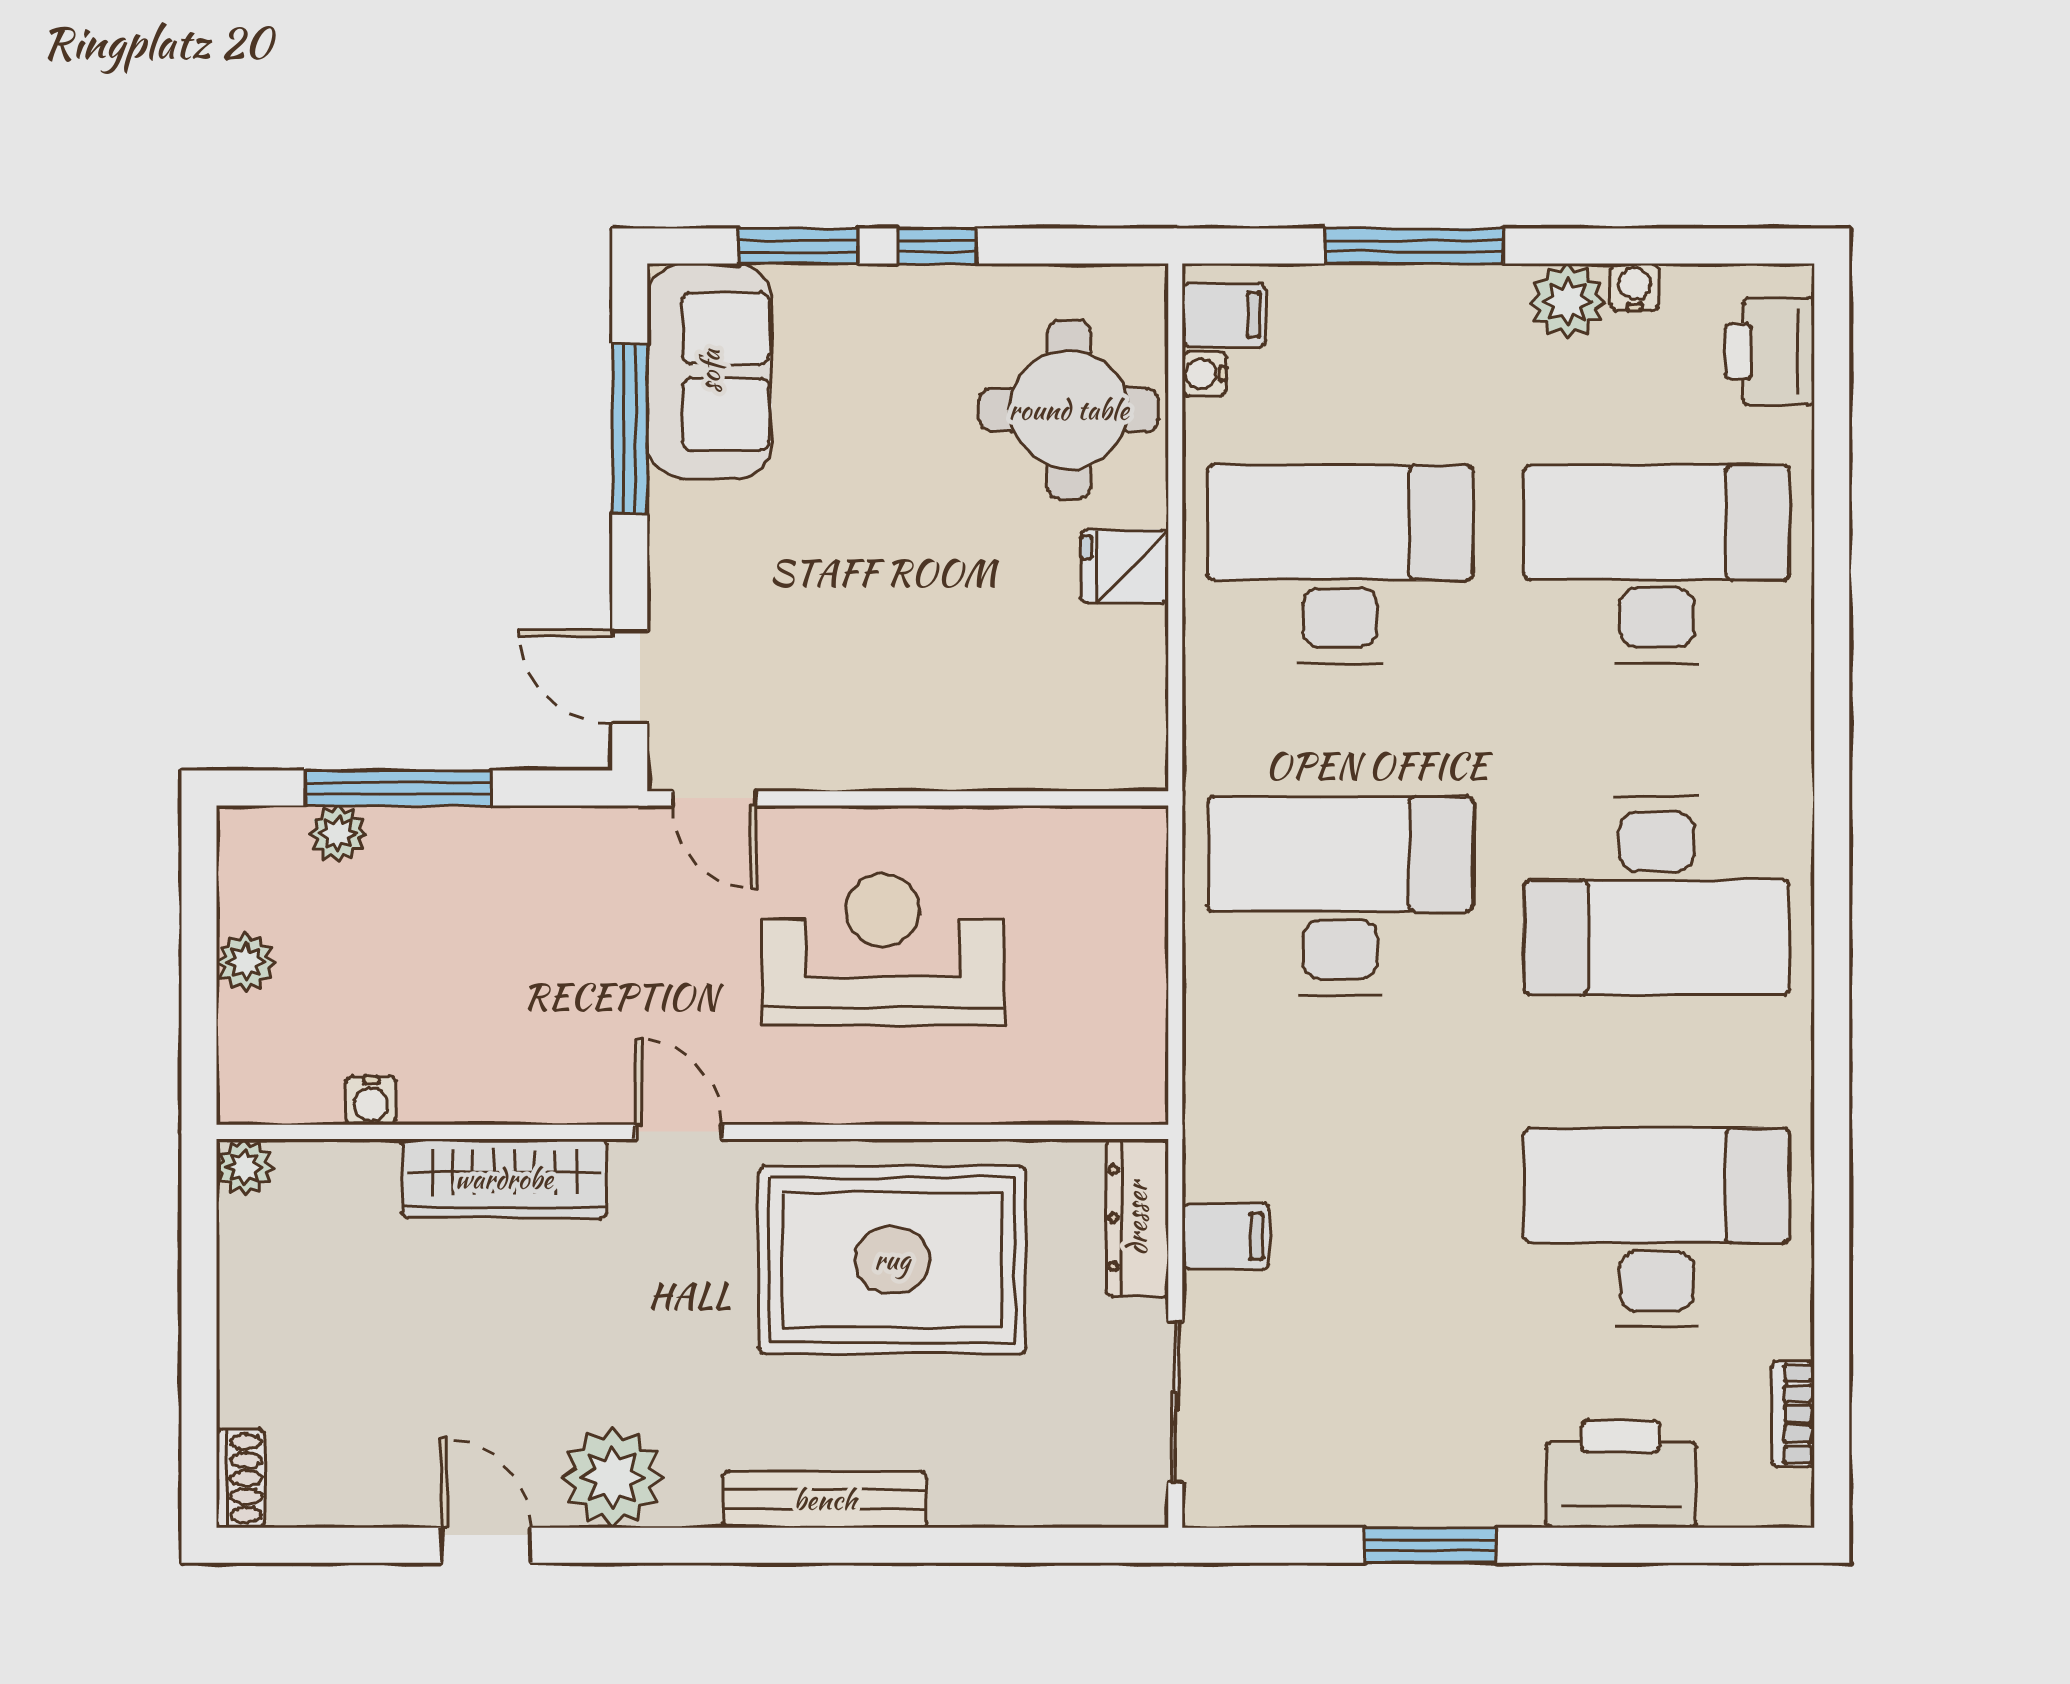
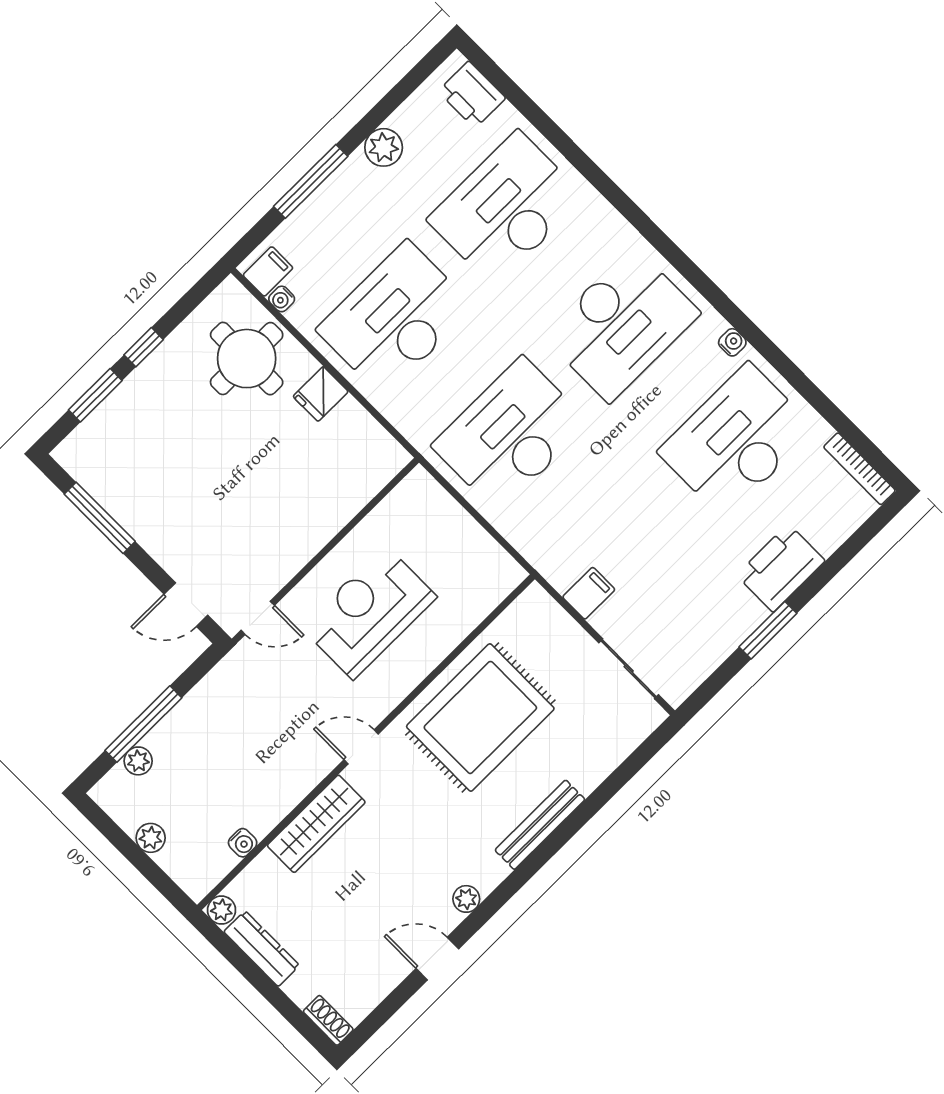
water cooler: (1635, 287) -> (732, 342), moved, turned 90
sofa: (710, 371) -> (108, 470), removed
dresser: (1137, 1218) -> (262, 949), moved, turned 180
bookcase: (1793, 1414) -> (859, 469), width x1.56
printer: (1621, 1474) -> (781, 568), moved
plant: (613, 1477) -> (466, 899), width x0.53, depth x0.53

